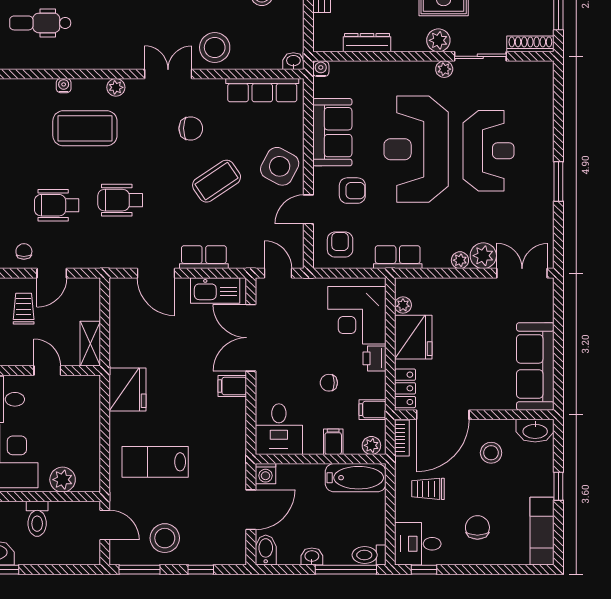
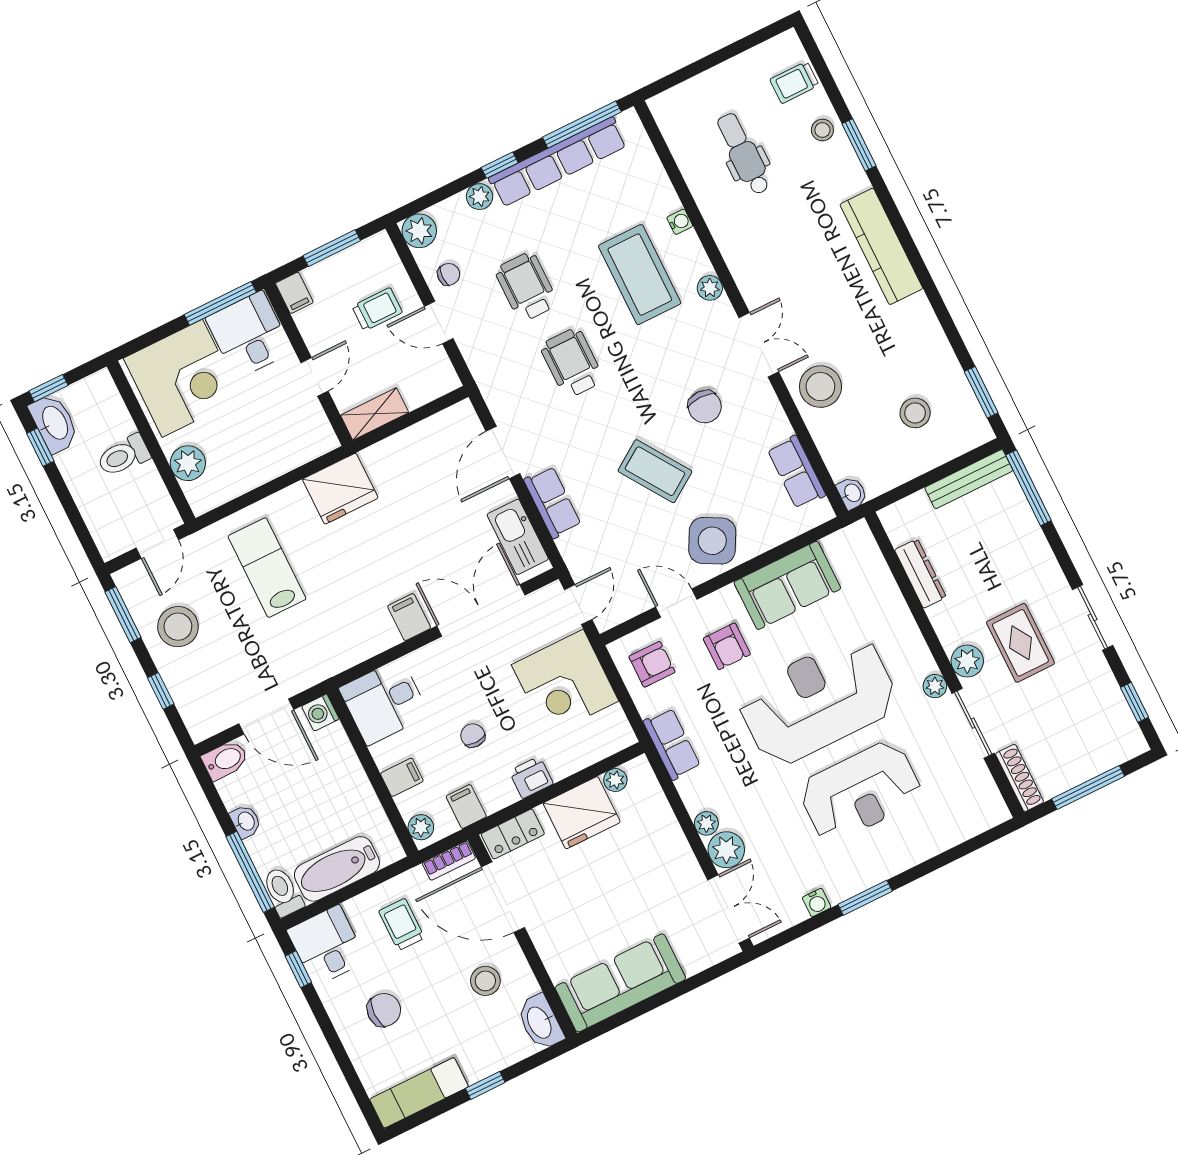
water cooler: (321, 69) -> (817, 902), moved, turned 90
row of seats: (262, 90) -> (796, 472), width x0.68
corner desk: (357, 315) -> (565, 683), moved, turned -90
bathtub: (356, 478) -> (337, 869), moved, turned 90

